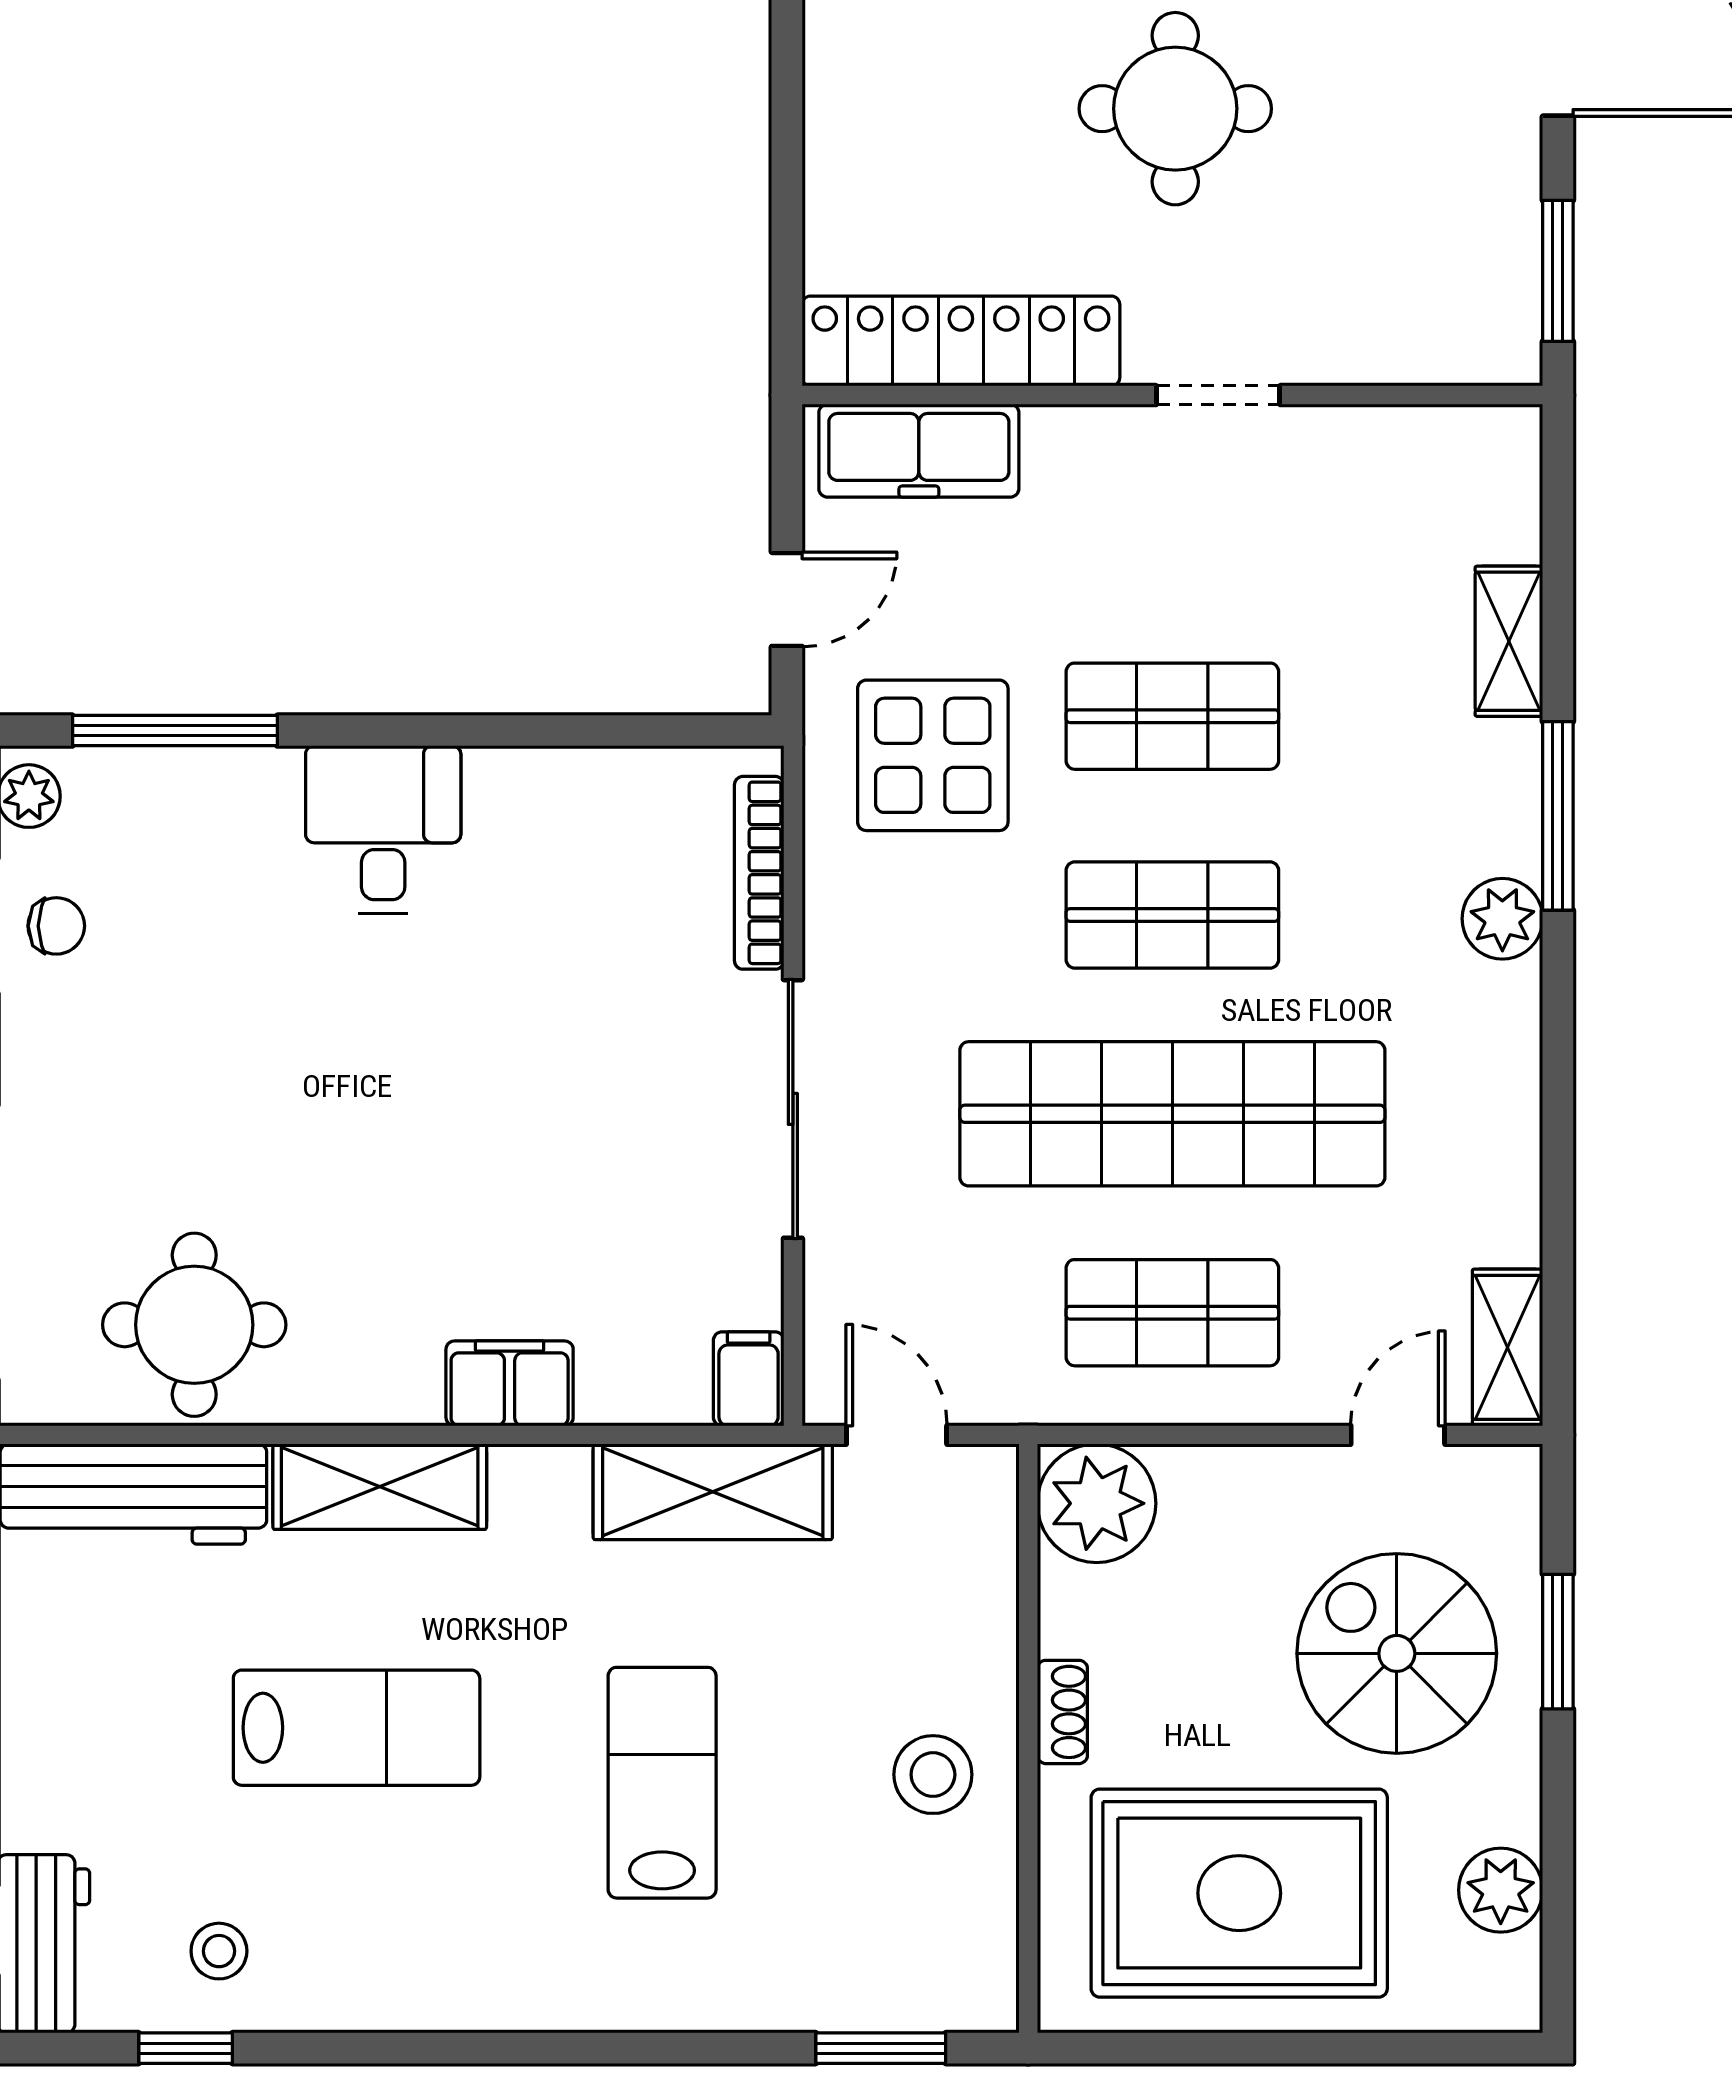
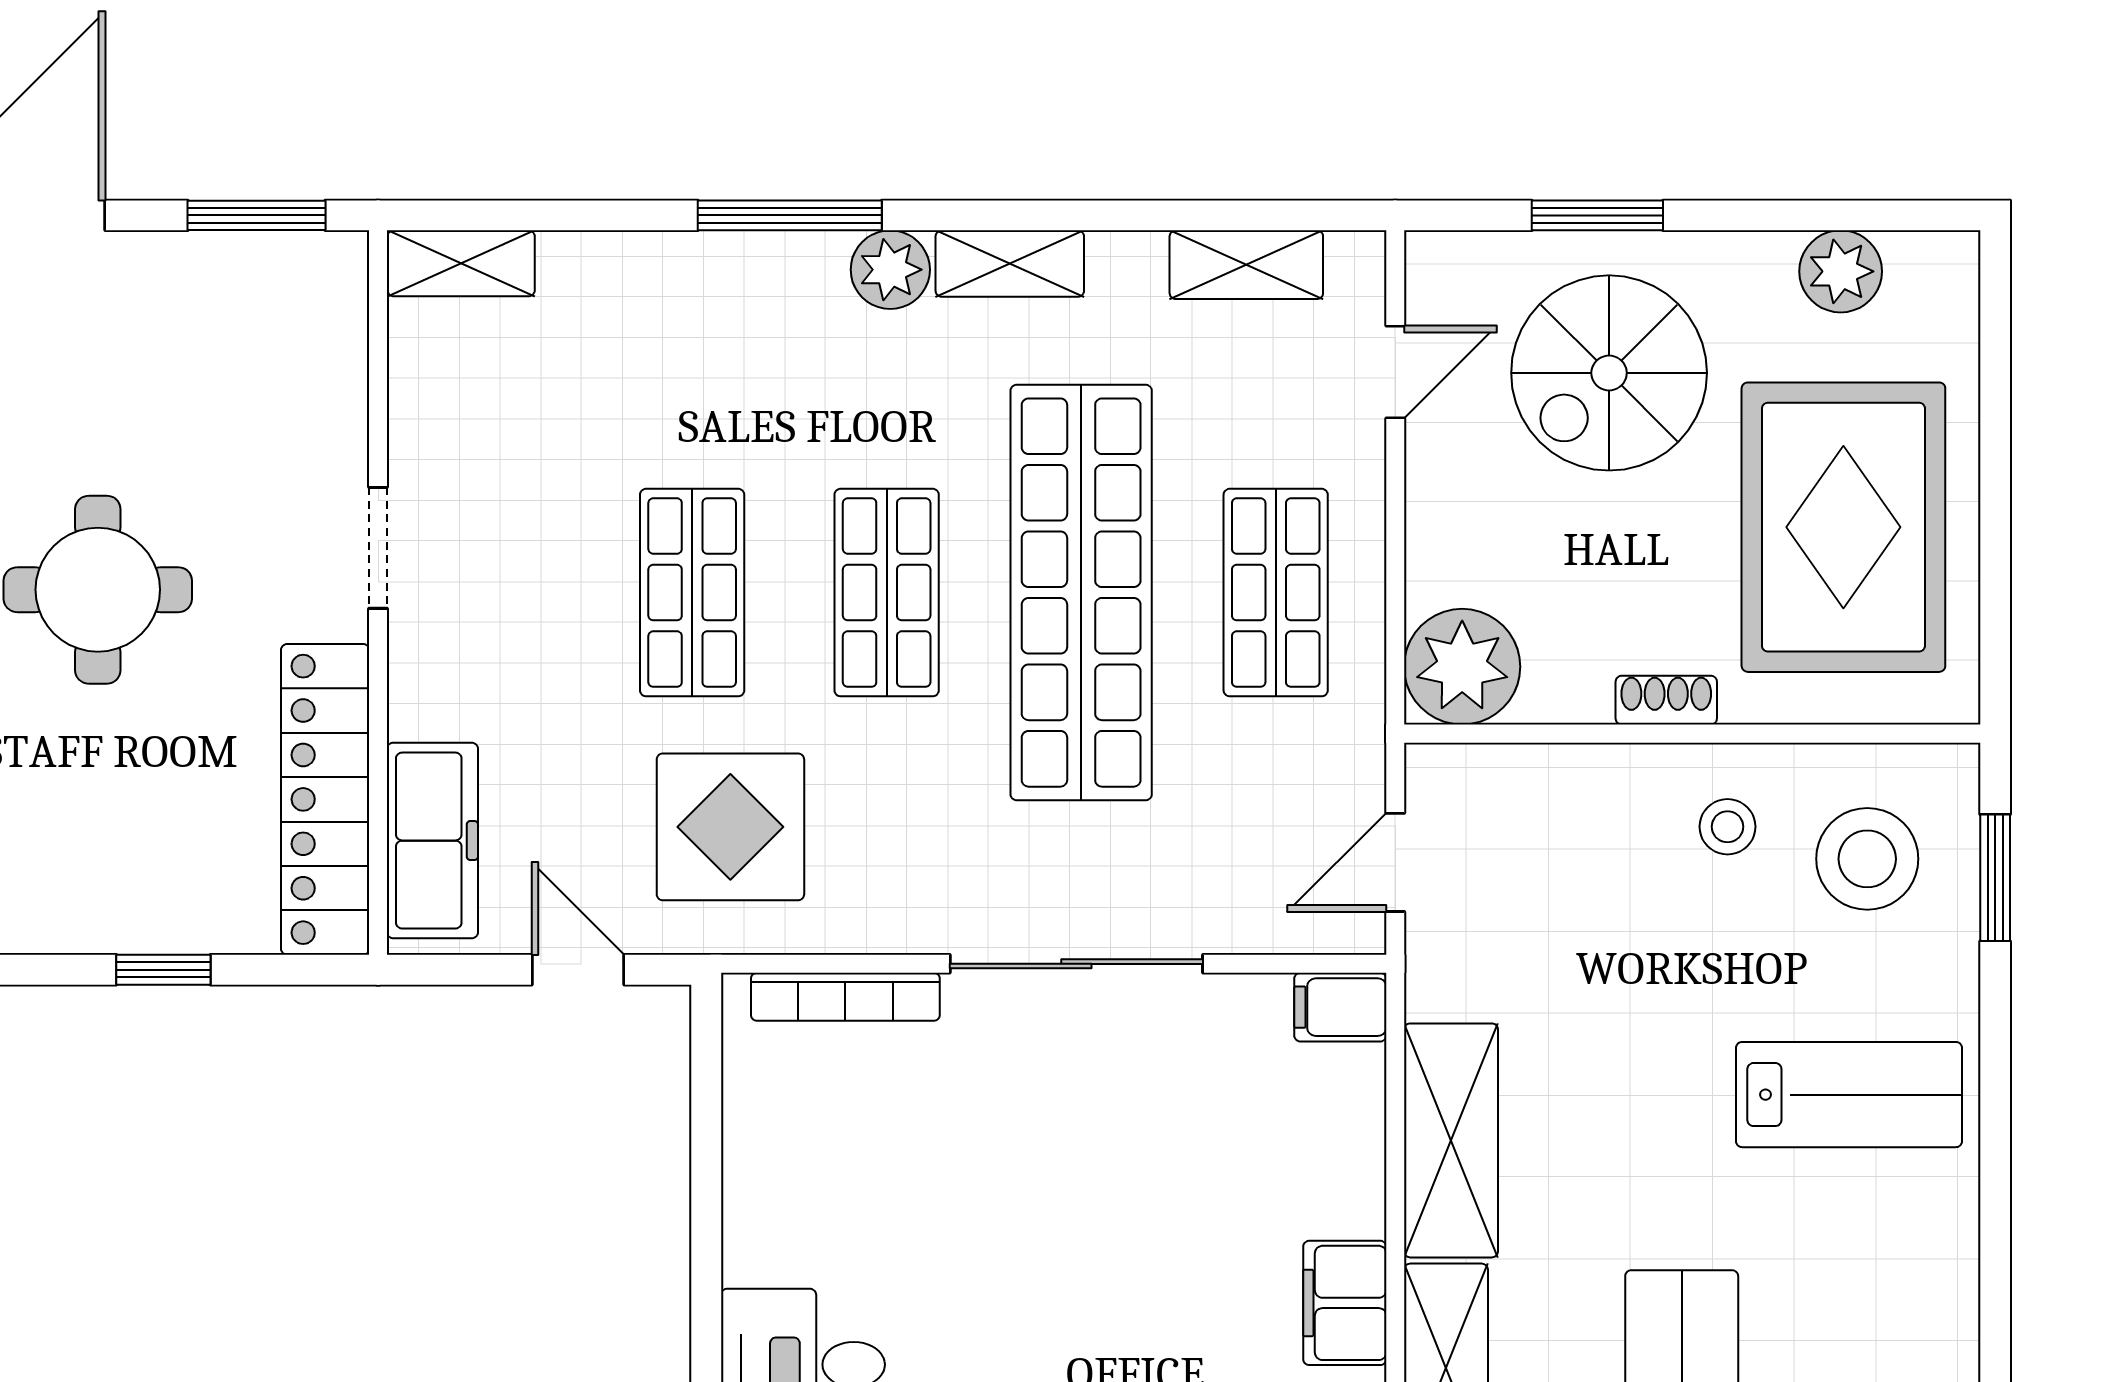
window: (787, 176) -> (163, 970), added
shelving: (1509, 641) -> (461, 263), moved
shelving: (1509, 1041) -> (1010, 264), added
shelving: (1508, 1347) -> (1246, 265), moved
filing cabinet: (510, 1383) -> (1345, 1303), moved
door: (1398, 1435) -> (1395, 372), swing flipped
shelving: (713, 1492) -> (1451, 1140), moved
stool: (933, 1775) -> (1727, 827), width x0.73, depth x0.73
lab bench: (662, 1783) -> (1849, 1095), moved, turned 180
stool: (900, 1917) -> (1867, 859), added

